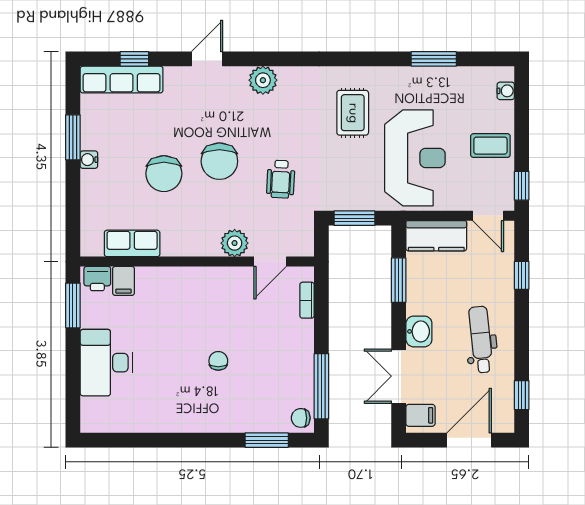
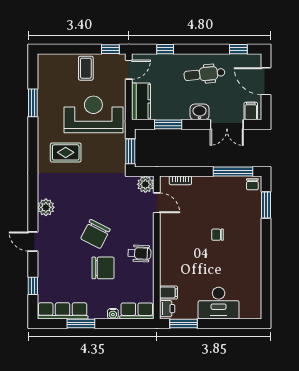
row of seats: (122, 80) -> (63, 311), moved, turned -90
water cooler: (506, 91) -> (52, 59), removed
water cooler: (89, 160) -> (113, 314), moved
chair: (219, 161) -> (95, 234), turned 117
wheelchair: (281, 179) -> (139, 253), moved
row of seats: (132, 243) -> (137, 311), moved, turned 90
plant: (235, 243) -> (145, 184), moved

